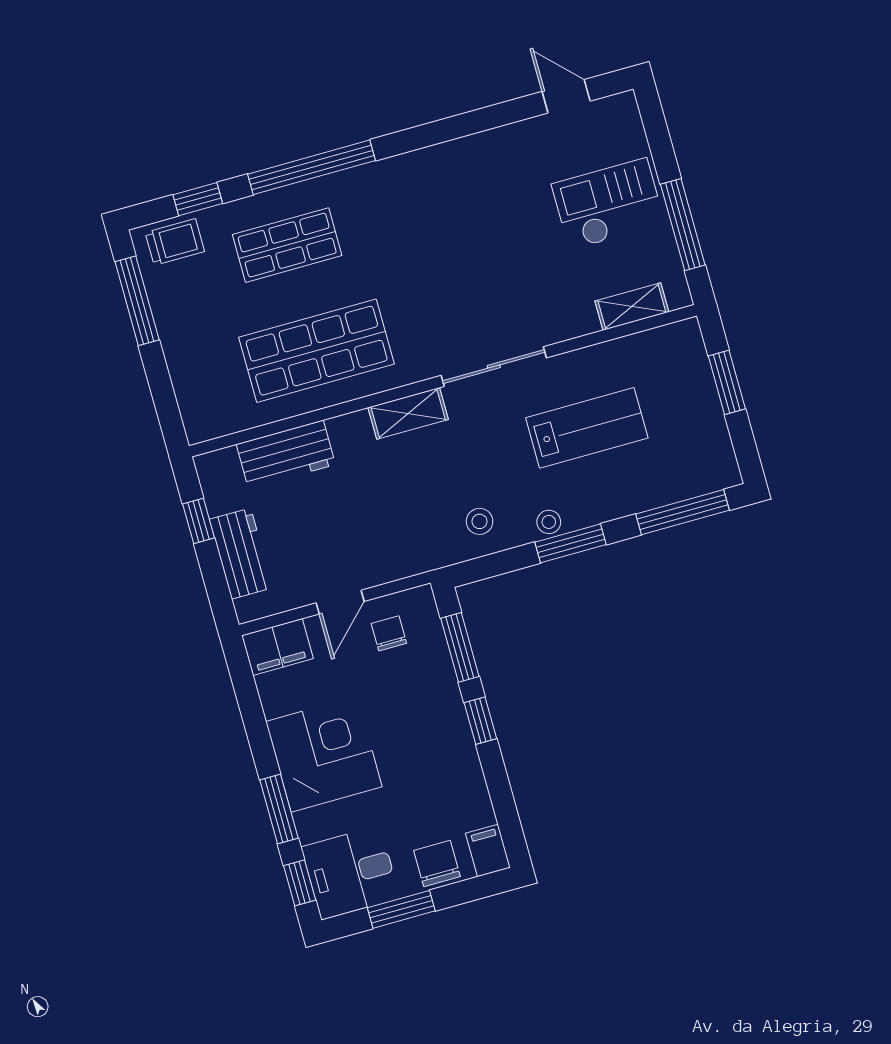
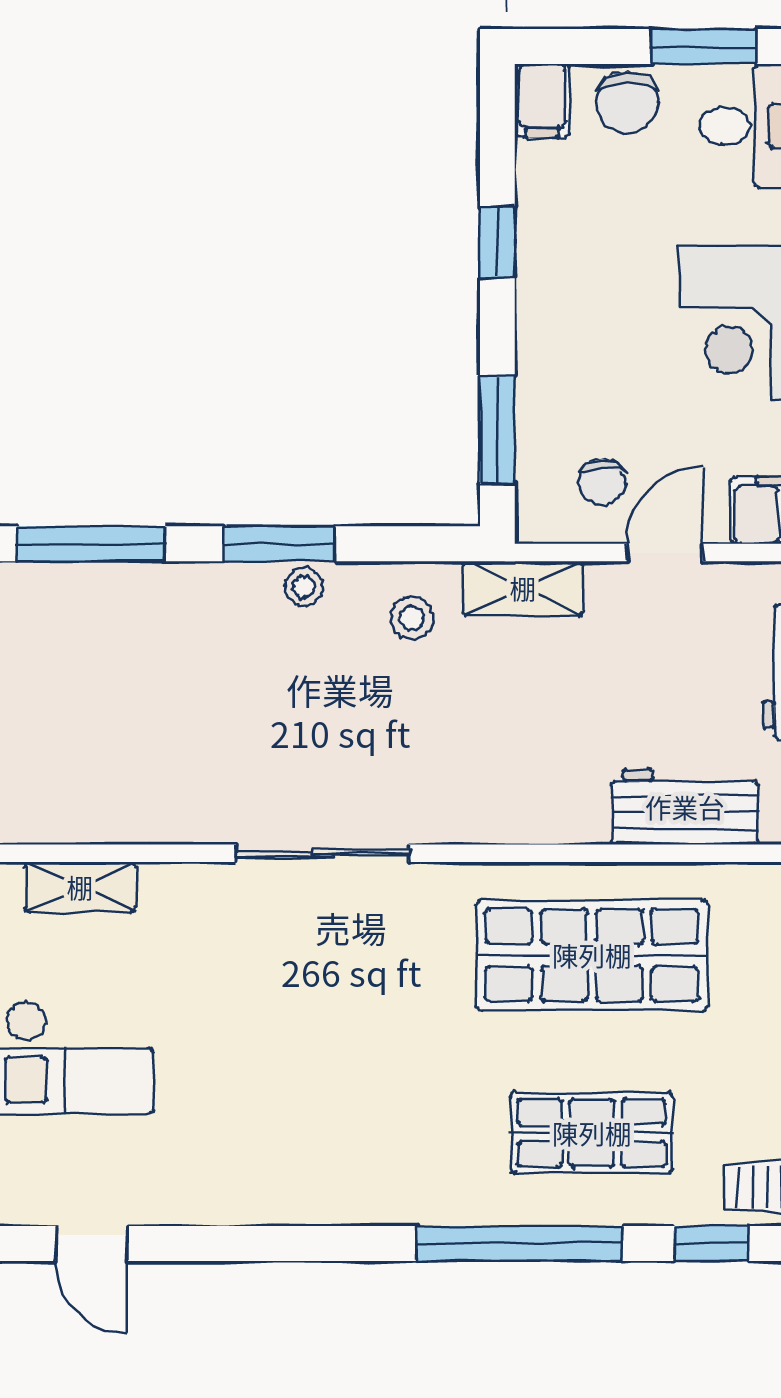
shelving: (408, 413) -> (523, 588), moved
lab bench: (587, 428) -> (204, 717), removed
window: (480, 721) -> (497, 242), moved

